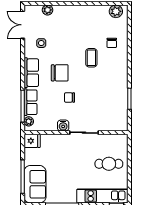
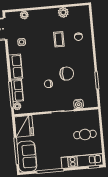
plant: (116, 11) -> (63, 12), moved
coffee table: (91, 58) -> (59, 39), moved
chair: (60, 73) -> (67, 74), moved
water cooler: (63, 126) -> (79, 104), moved
fridge: (32, 141) -> (24, 126), width x1.88, depth x1.34

